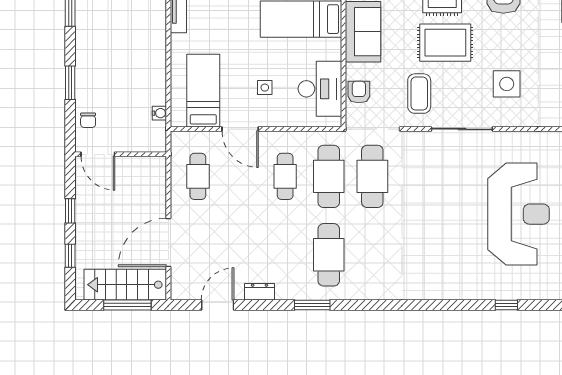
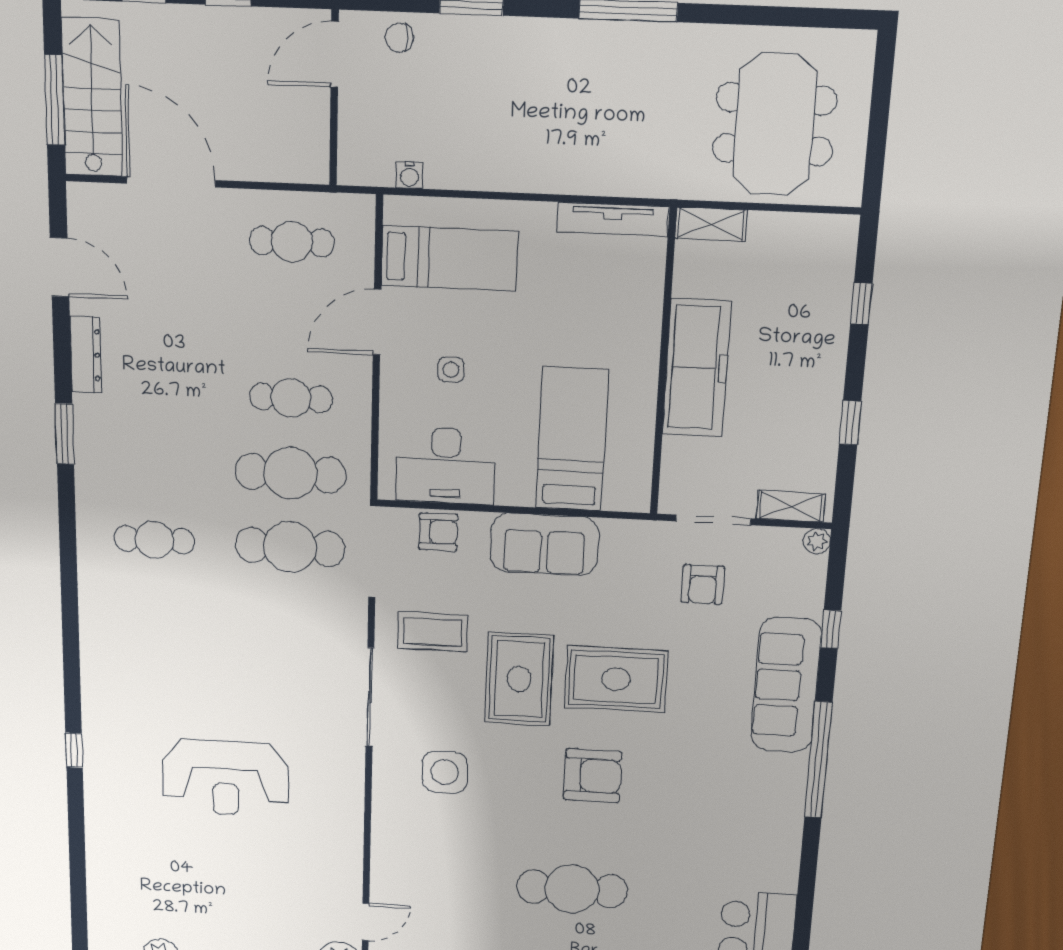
reception desk: (519, 214) -> (226, 778), width x0.74, depth x0.77
cafe table: (329, 255) -> (154, 540), moved, width x0.73, depth x0.74
dresser: (260, 292) -> (86, 355), width x1.44

